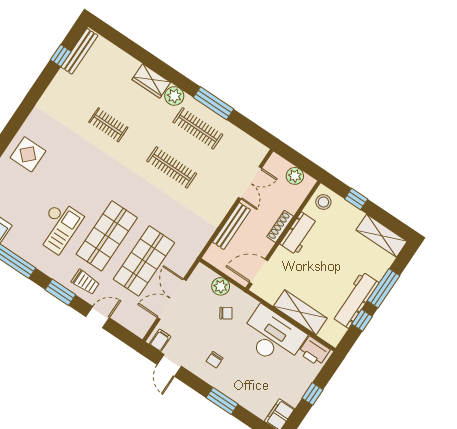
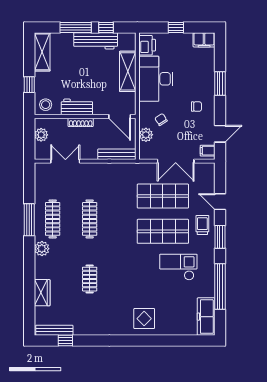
wardrobe: (151, 81) -> (42, 293), moved
bench: (231, 226) -> (117, 154), moved

